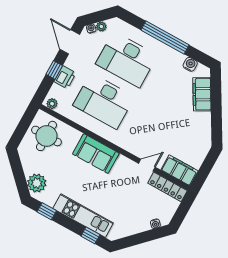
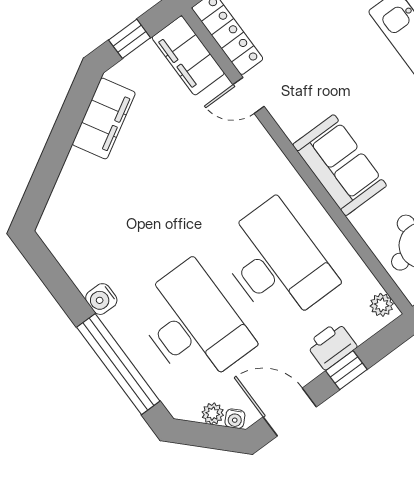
window: (165, 37) -> (118, 364), moved
door: (70, 42) -> (290, 412), swing flipped
water cooler: (190, 64) -> (101, 299), moved
filing cabinet: (202, 94) -> (104, 118), moved
window: (207, 166) -> (130, 39), added

